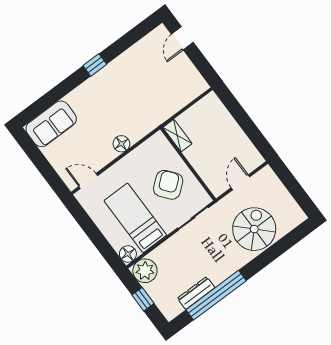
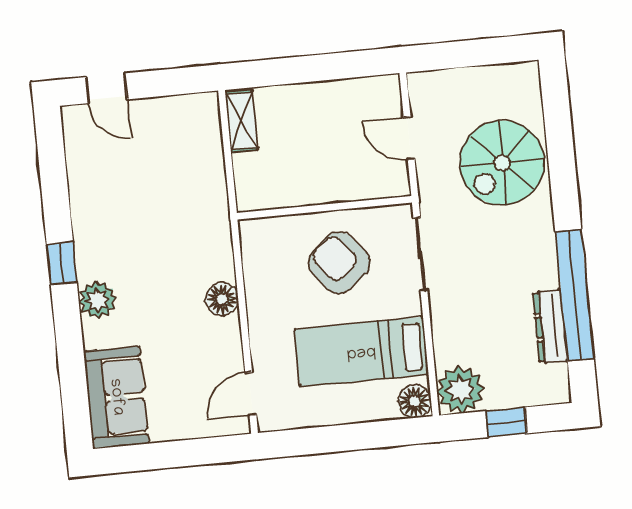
plant: (88, 90) -> (97, 300), added
shelving: (177, 136) -> (242, 121), moved, turned 90
spiral stairs: (254, 229) -> (502, 163), turned -90

